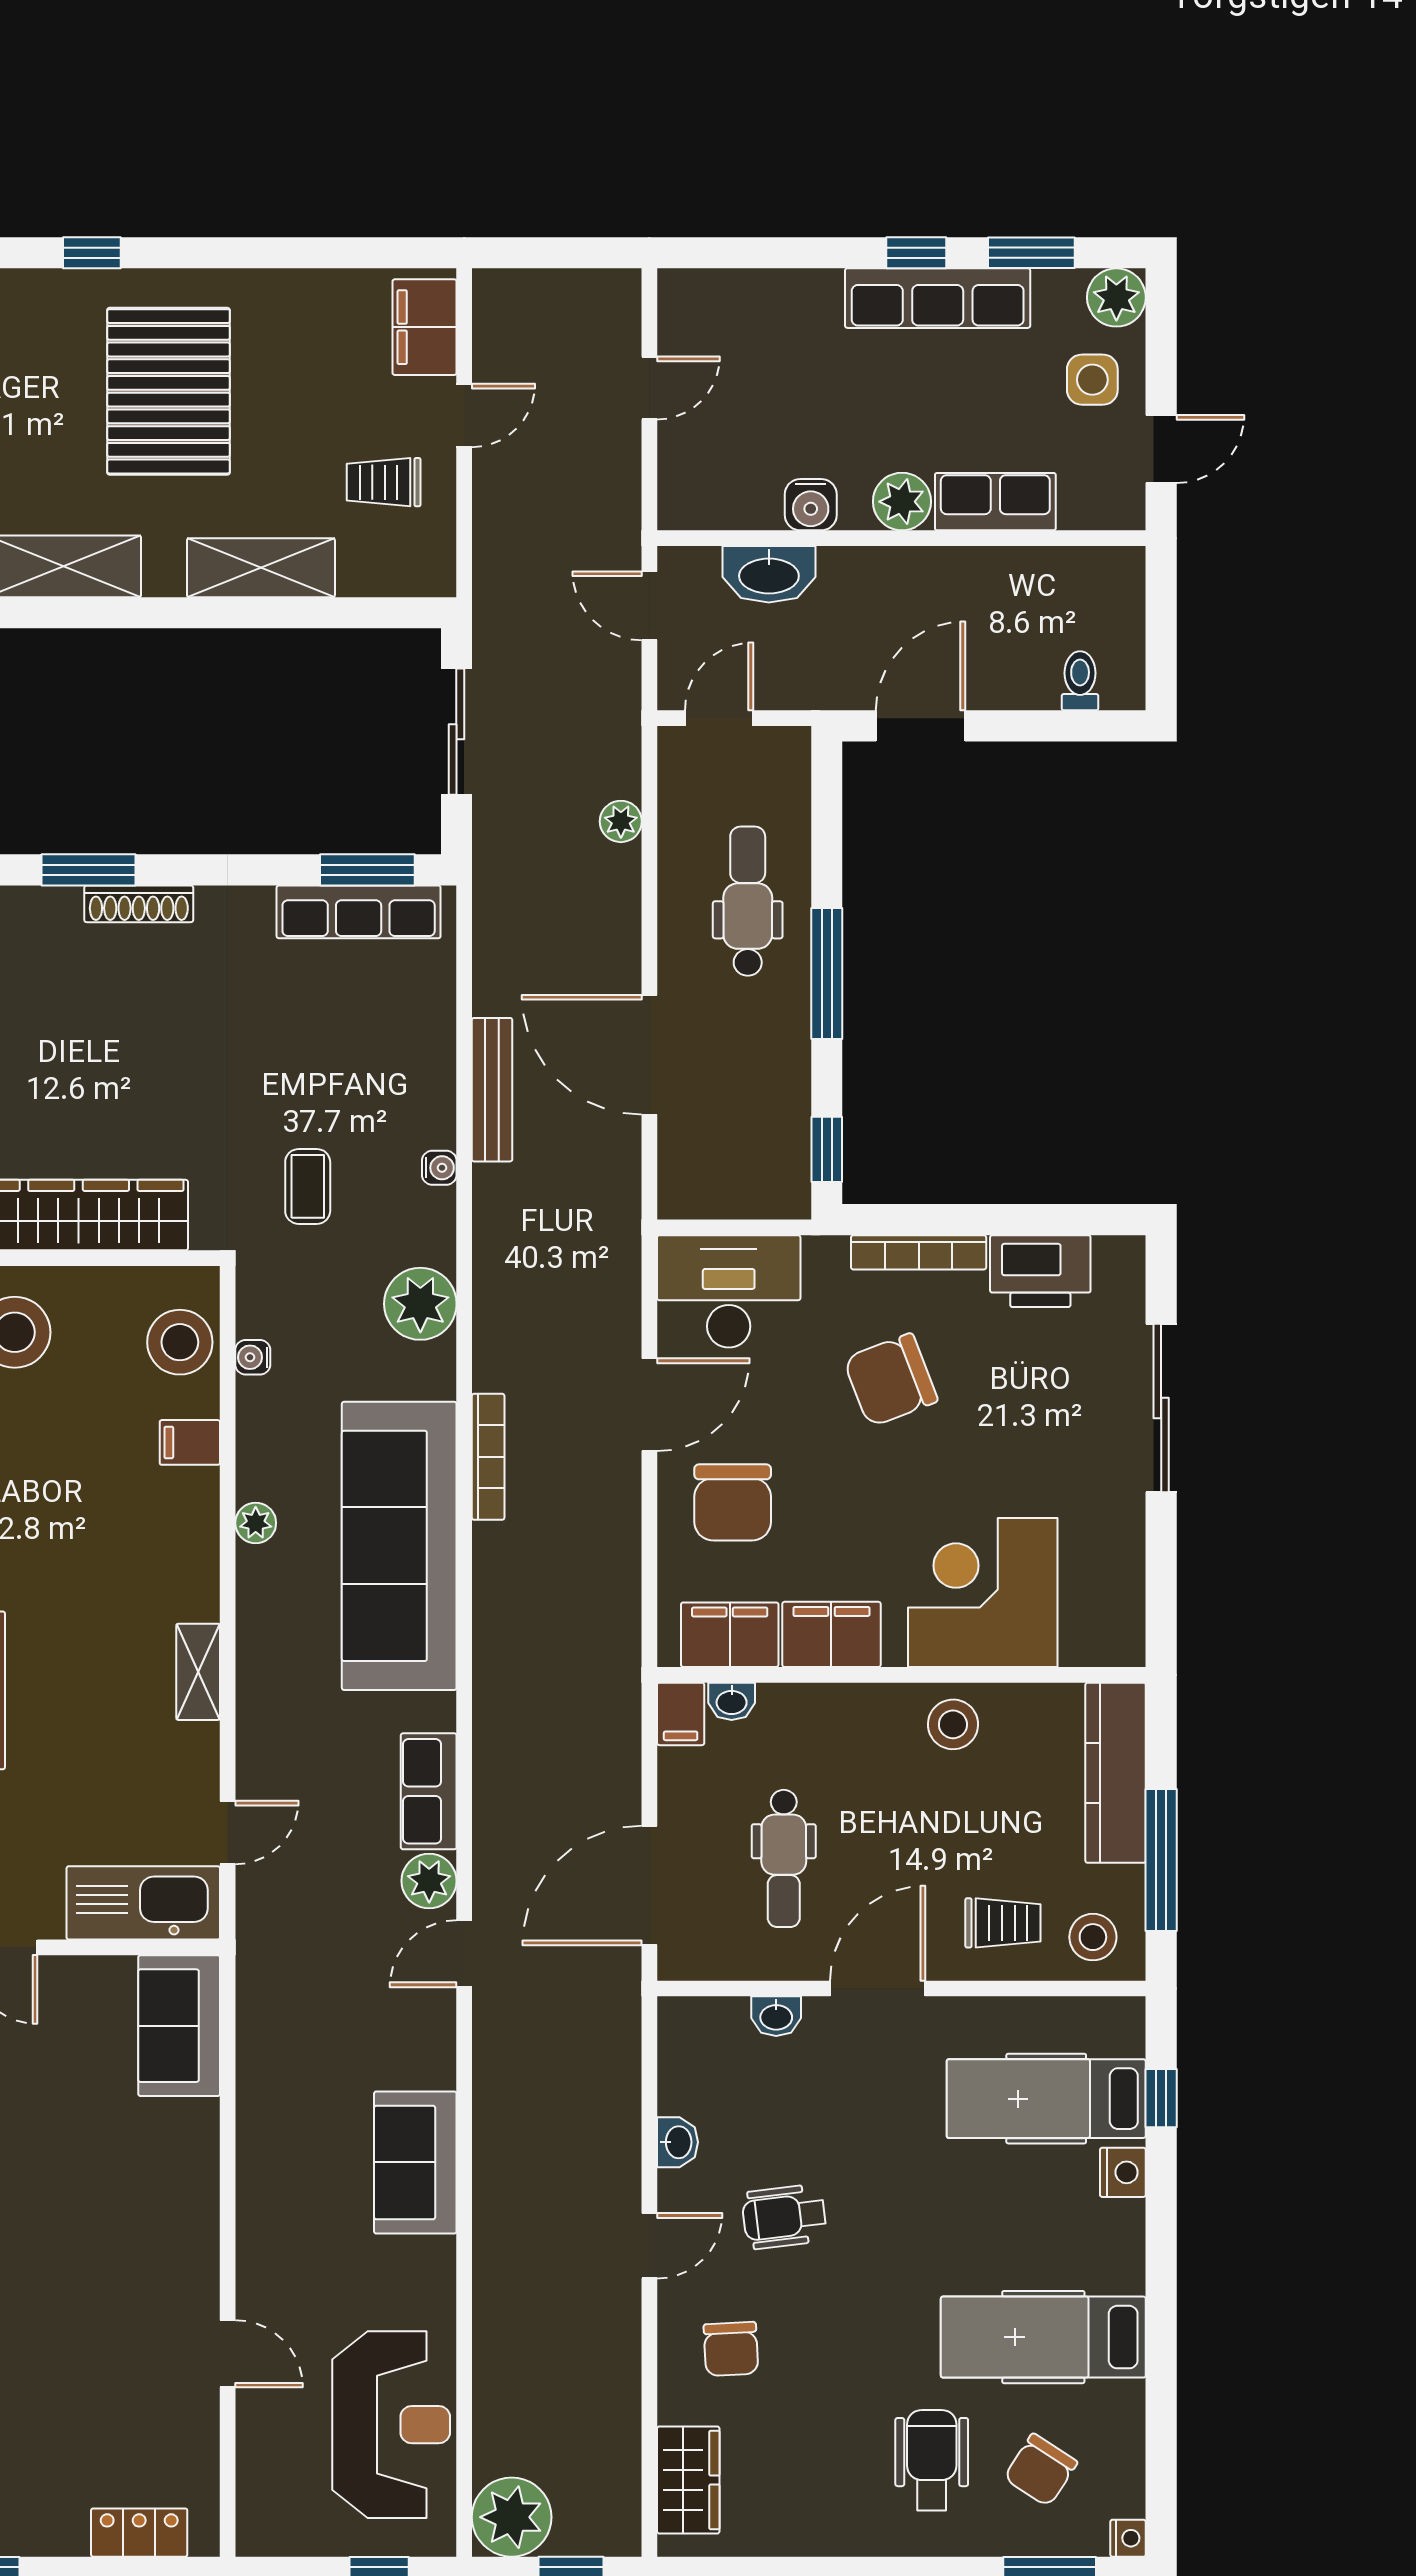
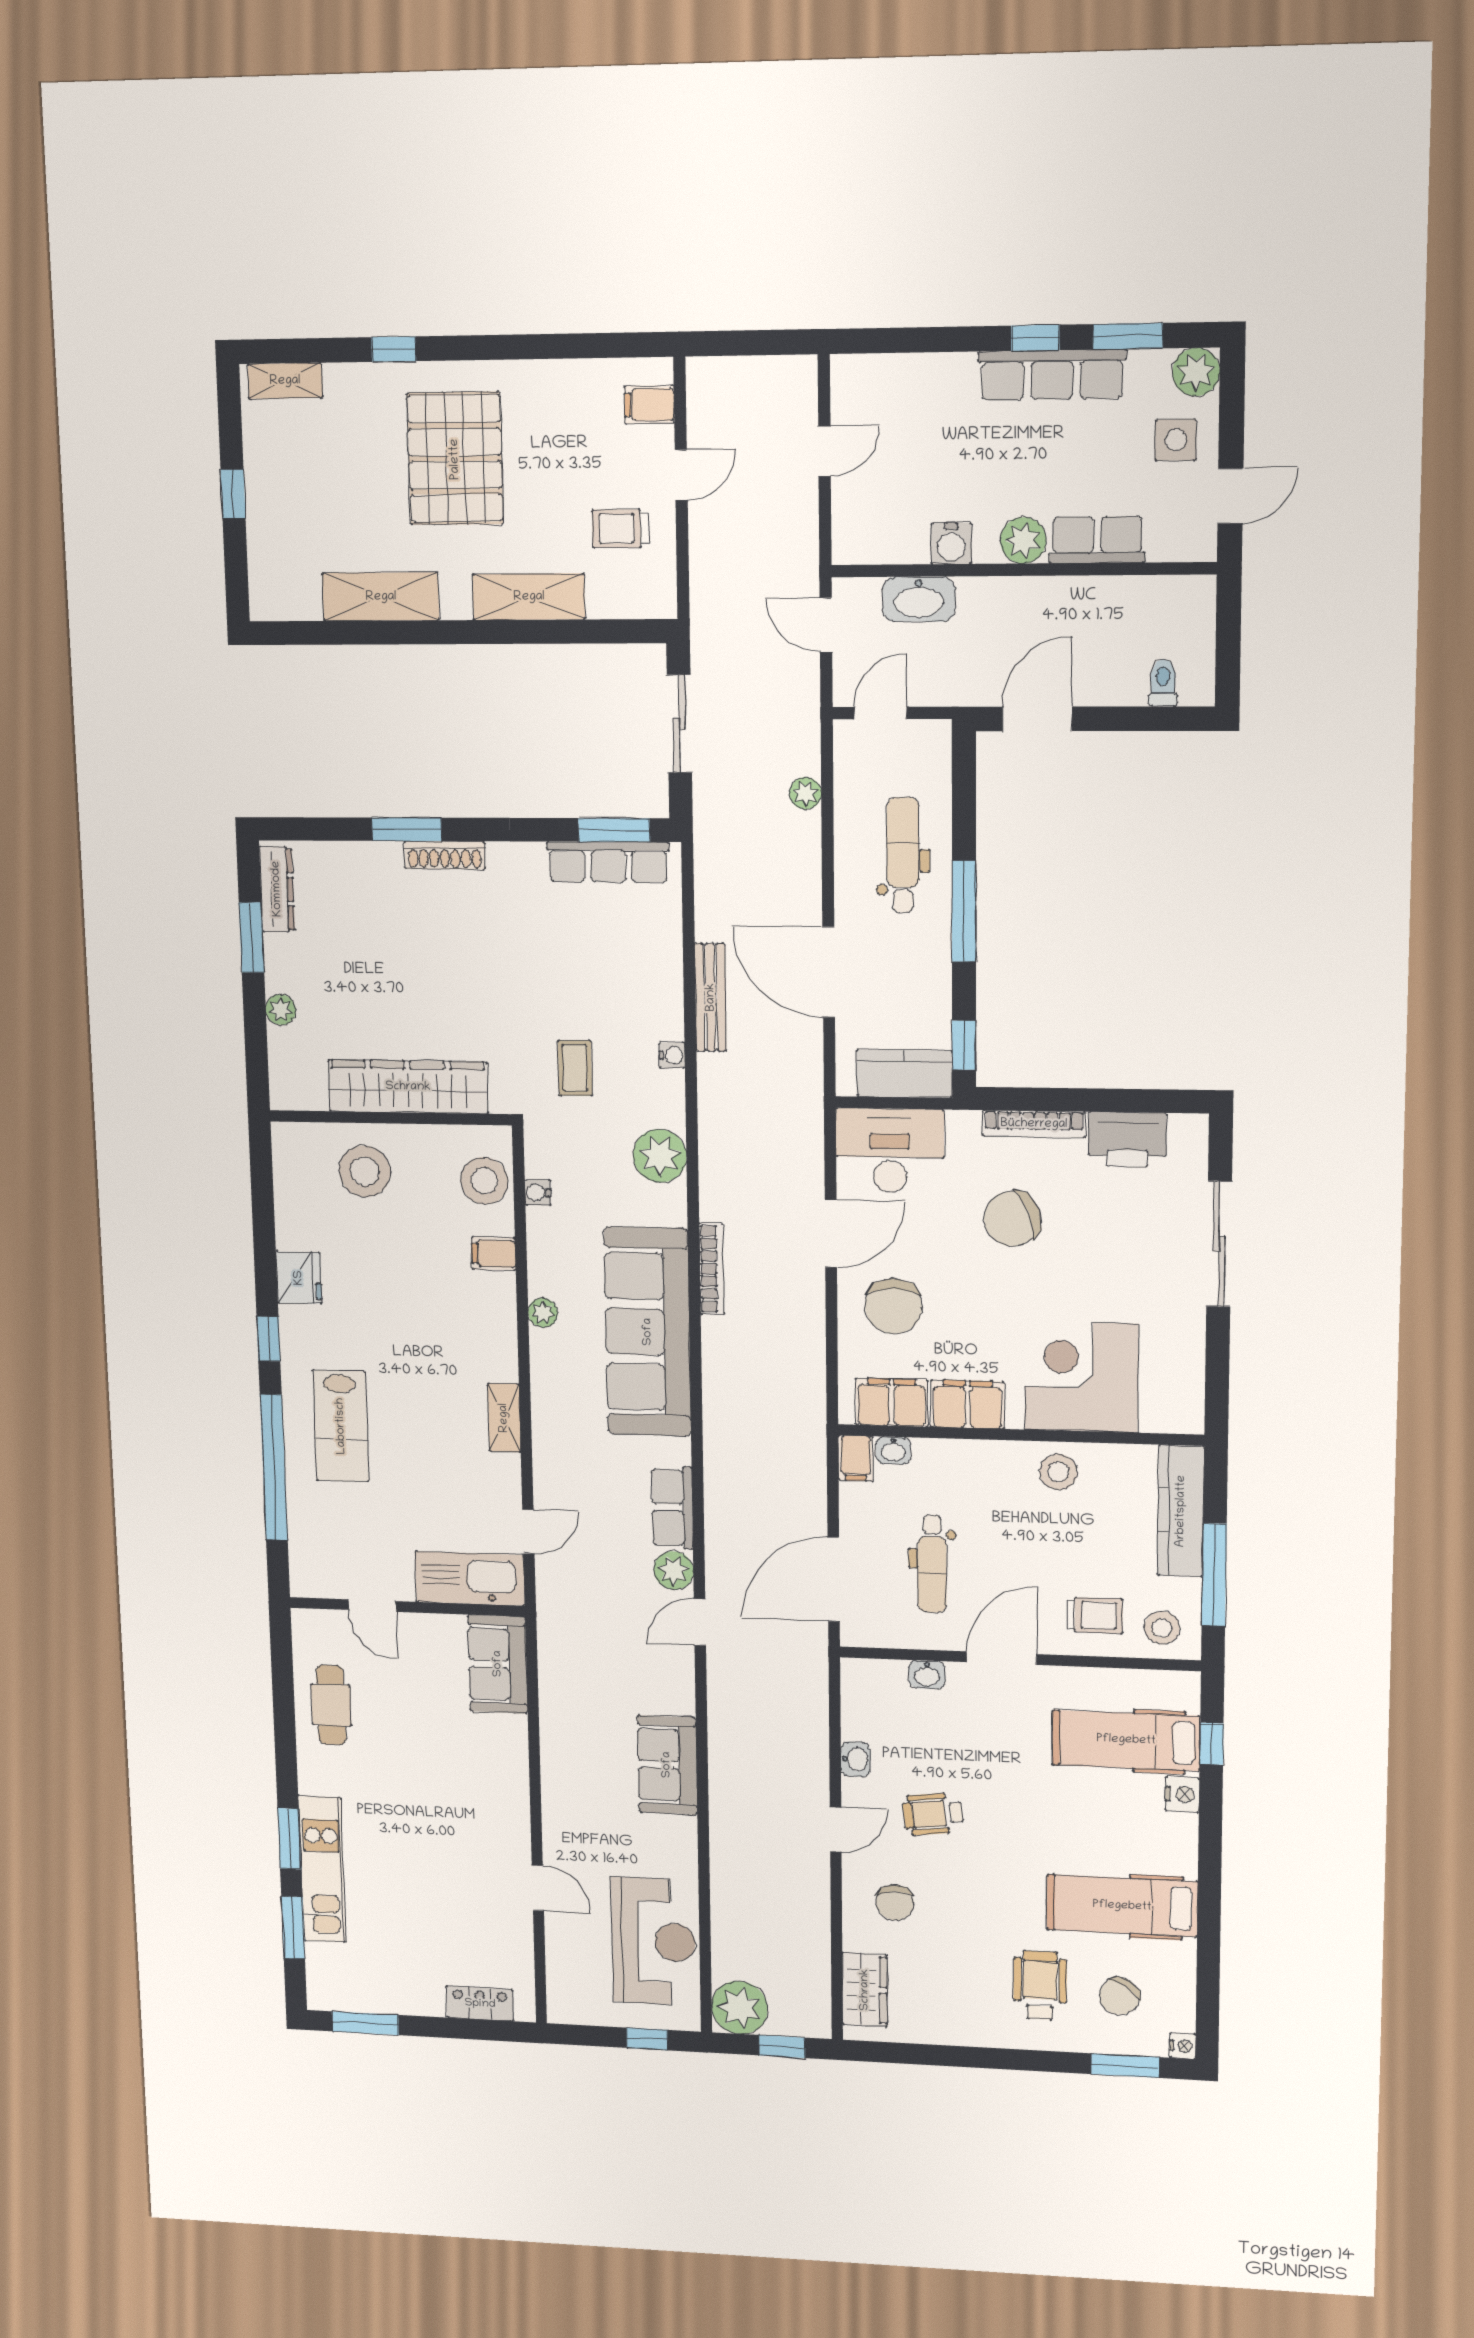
filing cabinet: (425, 327) -> (649, 405), width x0.50
kitchen counter: (748, 1188) -> (904, 1074), added

